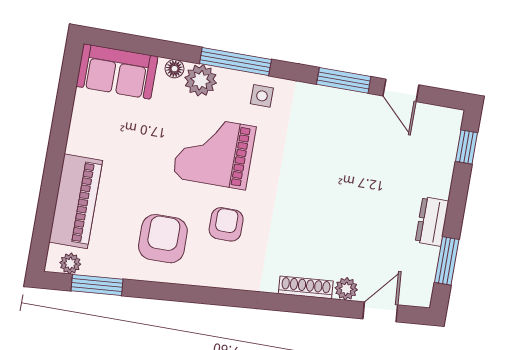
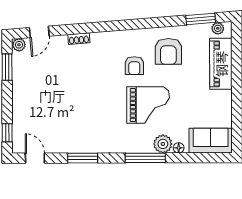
door: (401, 90) -> (35, 158), moved
side table: (262, 96) -> (127, 141), removed
dresser: (432, 221) -> (19, 88), removed
shoe rack: (306, 287) -> (79, 39), width x0.70
plant: (346, 289) -> (19, 45), moved

